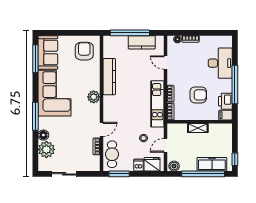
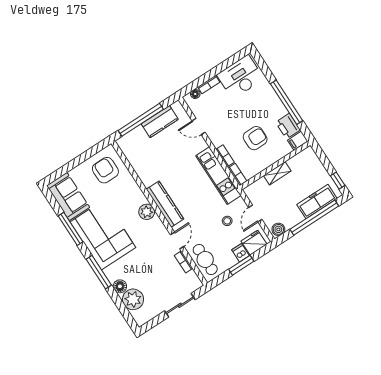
window: (35, 59) -> (71, 229), moved
desk: (220, 63) -> (240, 77), moved, turned -90
kitchen counter: (109, 77) -> (165, 204), moved
sliding door: (64, 174) -> (180, 305), moved
window: (119, 174) -> (241, 265), moved

